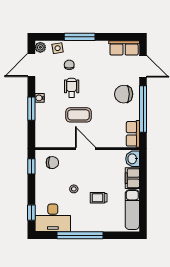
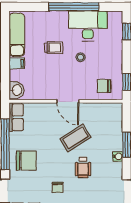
chair: (69, 65) -> (58, 187), moved
coffee table: (78, 115) -> (75, 138), turned -32
filing cabinet: (132, 178) -> (17, 63), width x0.50
desk: (53, 218) -> (88, 26), moved

